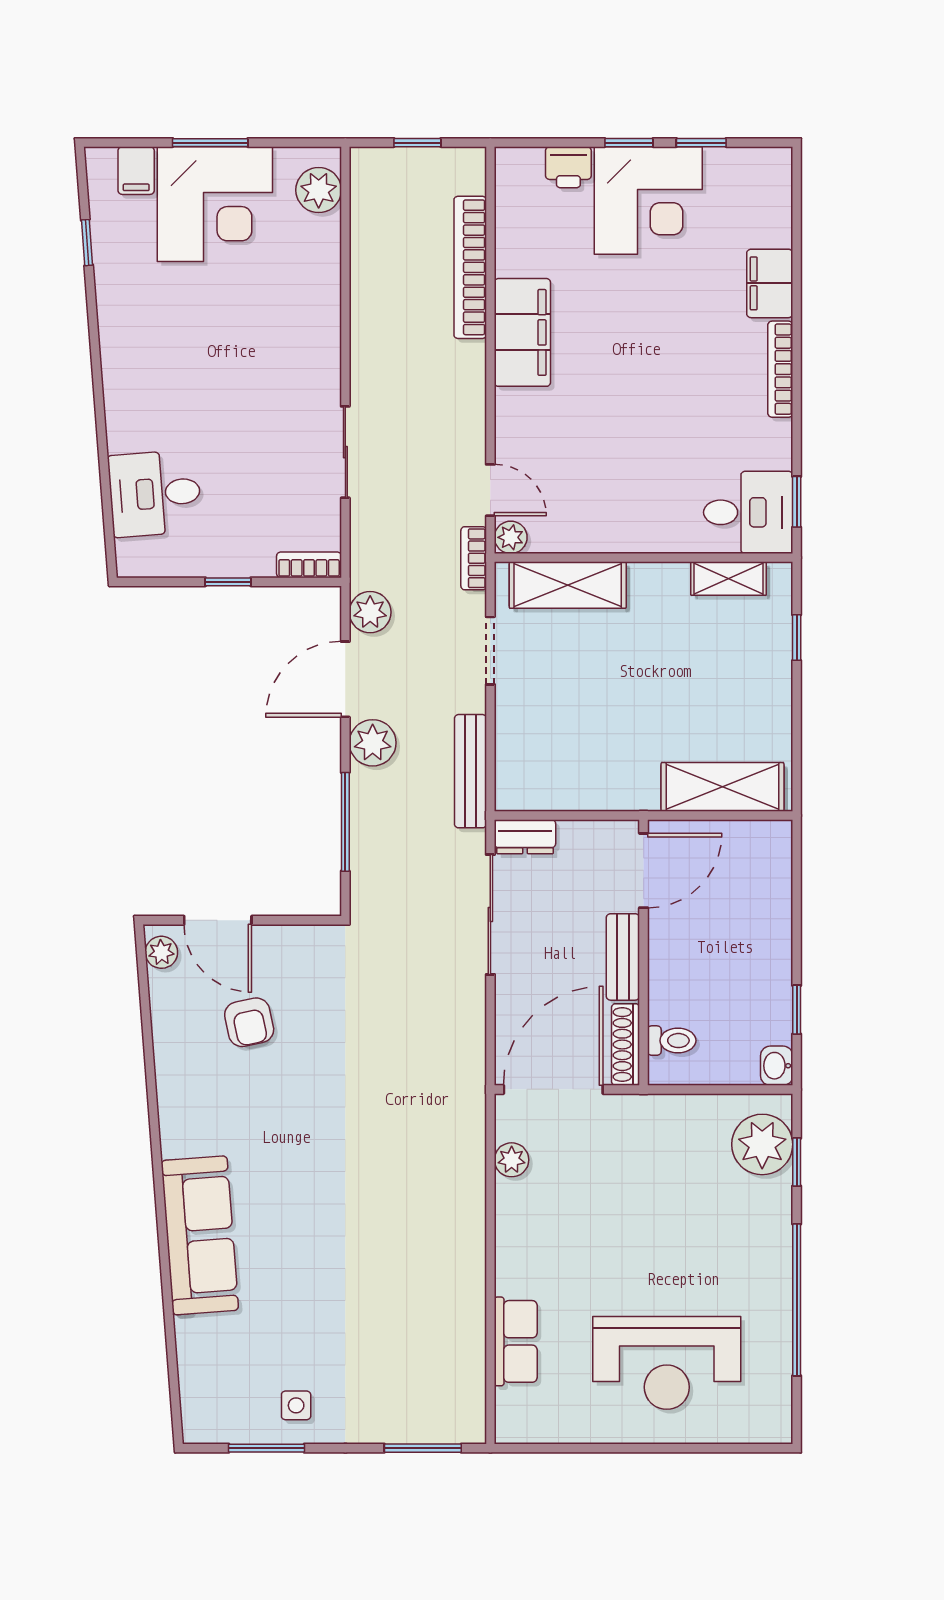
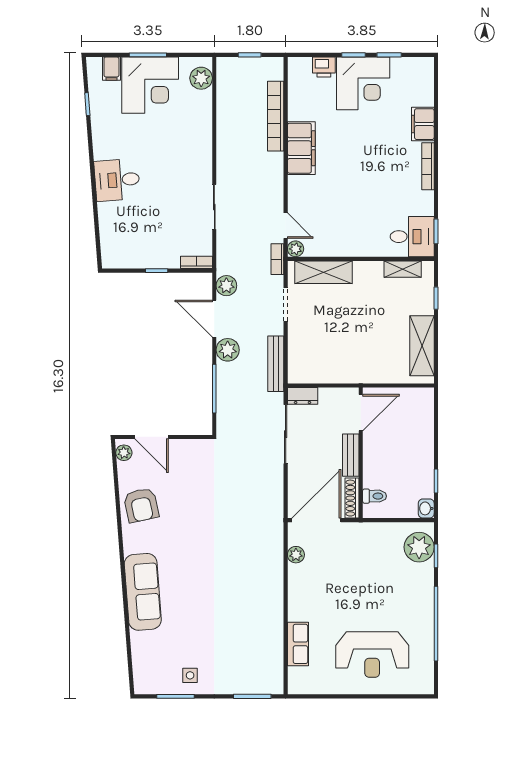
desk: (155, 493) -> (117, 180), moved
door: (345, 679) -> (214, 319), hinge flipped
shelving: (722, 787) -> (422, 346), moved, turned 90
armchair: (249, 1022) -> (141, 505), moved, width x1.38, depth x1.38

